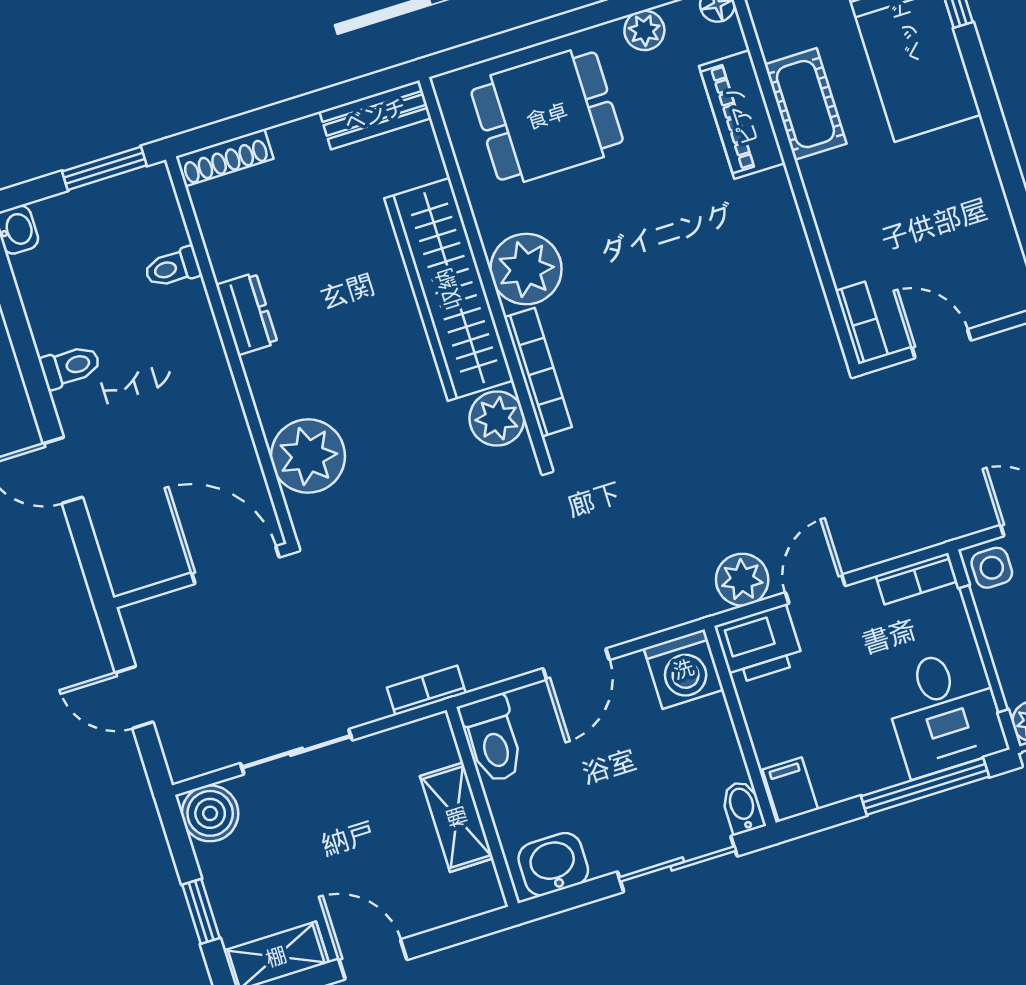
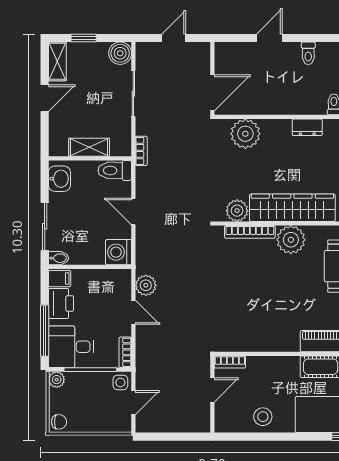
stool: (967, 204) -> (263, 417), added
printer: (759, 644) -> (61, 303), moved, turned 180

